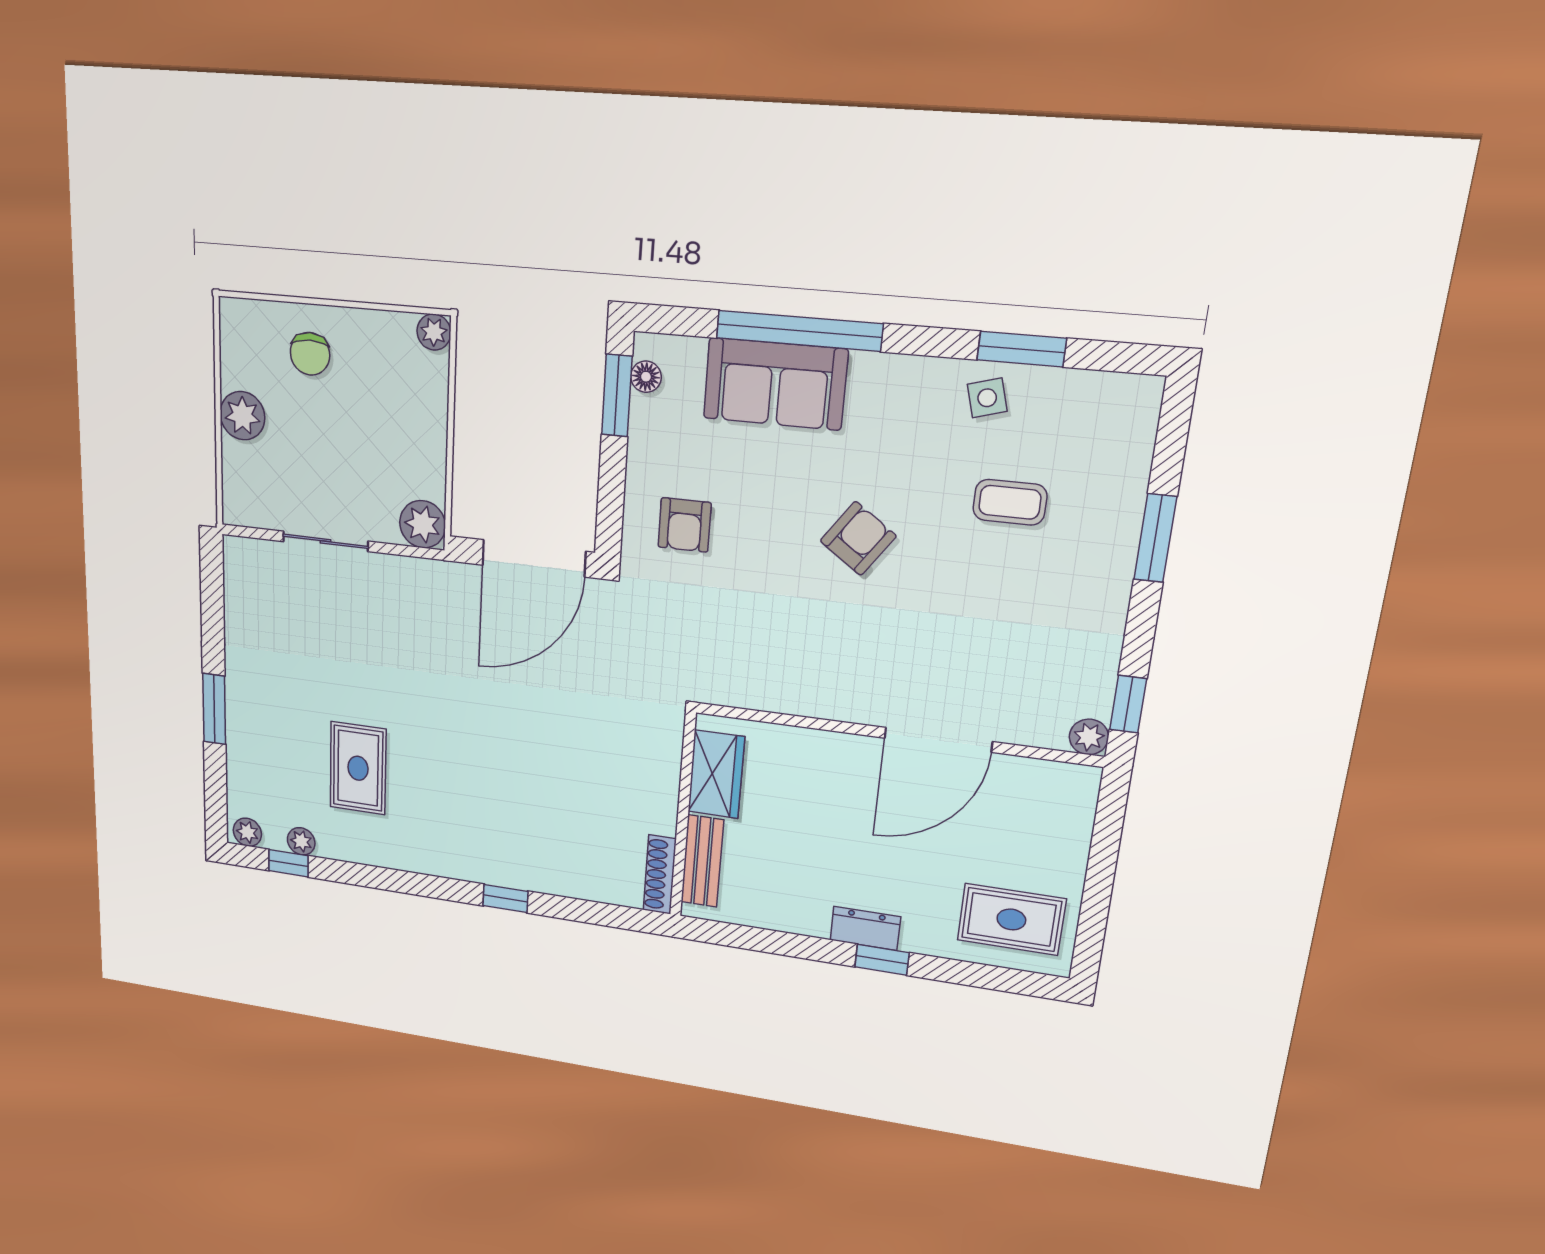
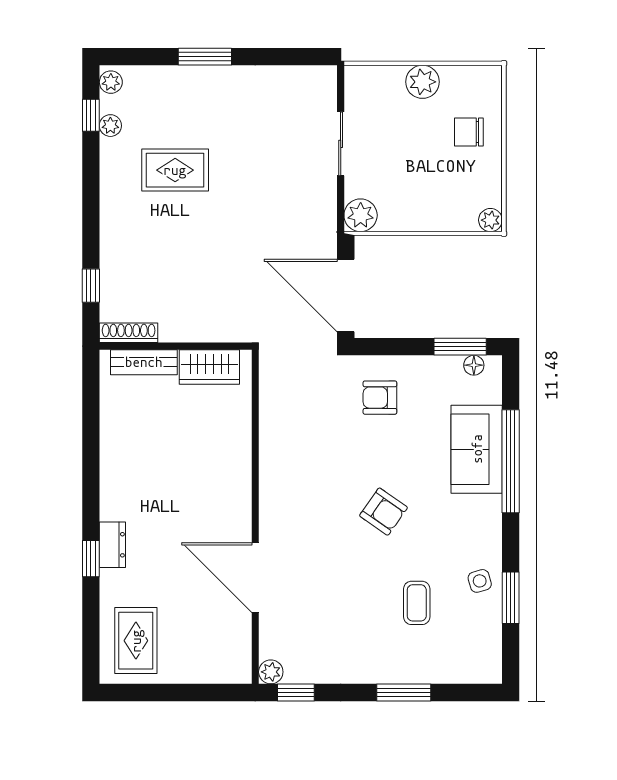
wardrobe: (716, 774) -> (209, 367), moved
wall: (683, 815) -> (176, 346), moved
bench: (702, 861) -> (144, 362), moved
shoe rack: (660, 875) -> (129, 333), moved

